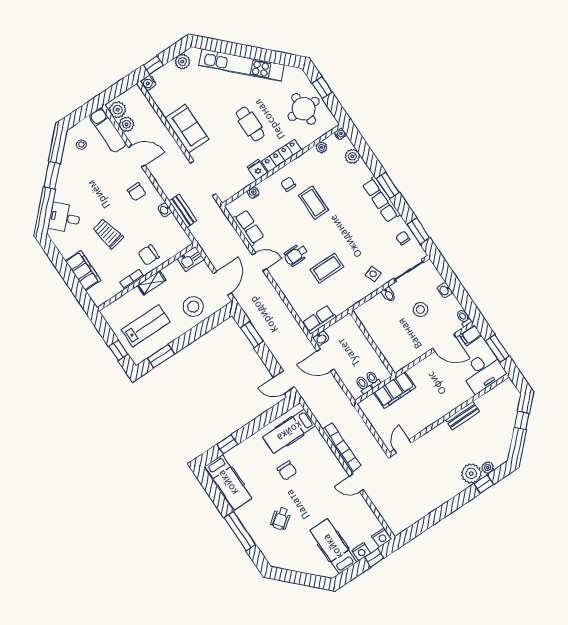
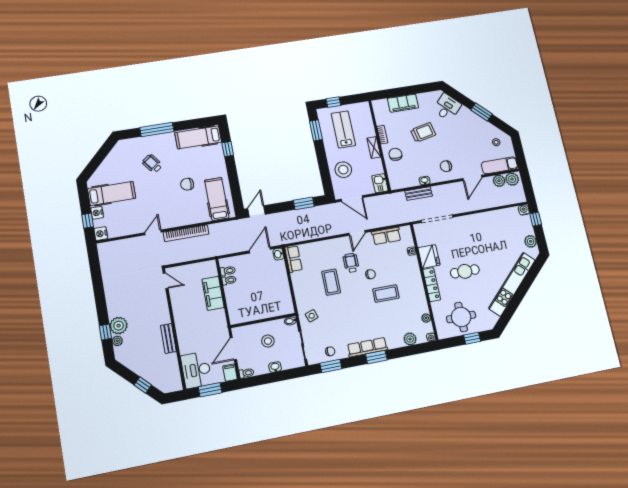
sofa: (187, 129) -> (479, 223), removed
fridge: (257, 170) -> (429, 256), width x1.88, depth x1.34
chair: (288, 184) -> (371, 274), moved
lab bench: (146, 326) -> (343, 129), turned 180
wall: (372, 343) -> (263, 320), moved

